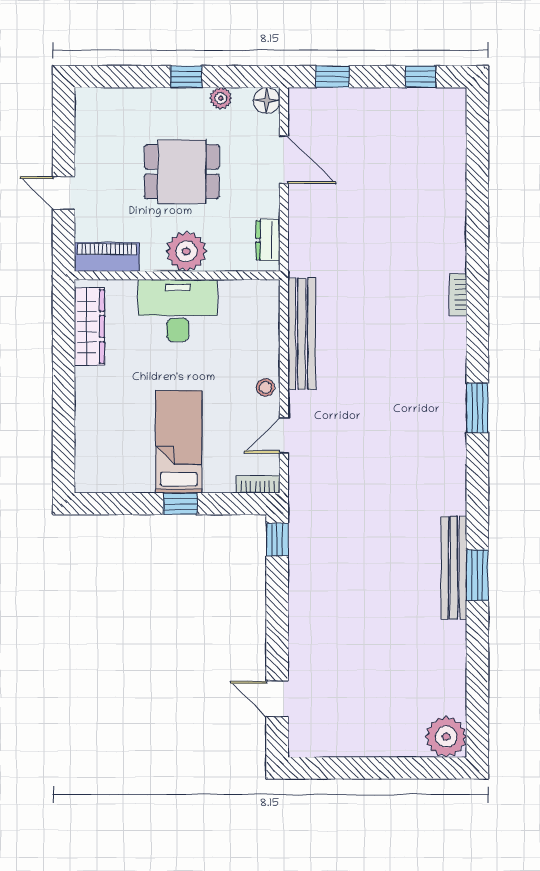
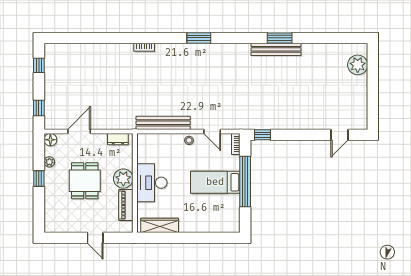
door: (64, 193) -> (95, 238), hinge flipped
piano: (107, 257) -> (126, 205), moved
window: (180, 504) -> (245, 181), width x3.17
plant: (446, 737) -> (358, 65), moved

